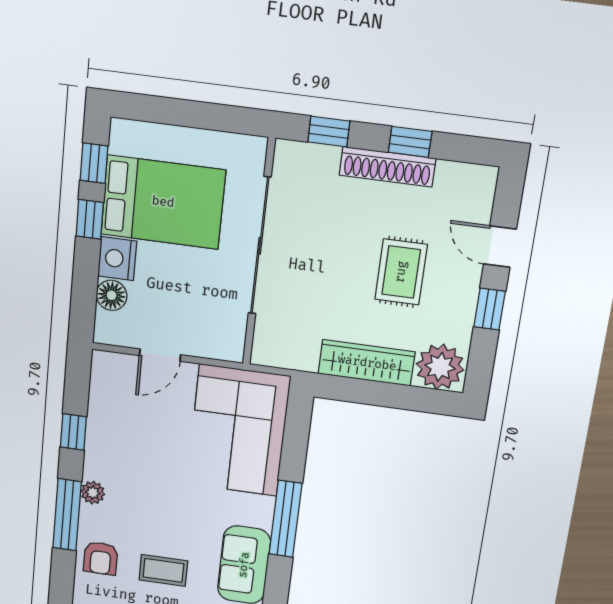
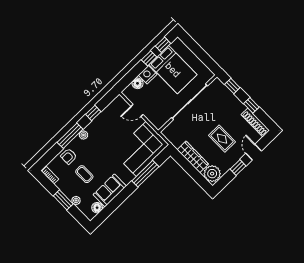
shoe rack: (387, 167) -> (255, 123), moved
rug: (401, 272) -> (222, 139), turned 90
window: (286, 519) -> (145, 174), moved

